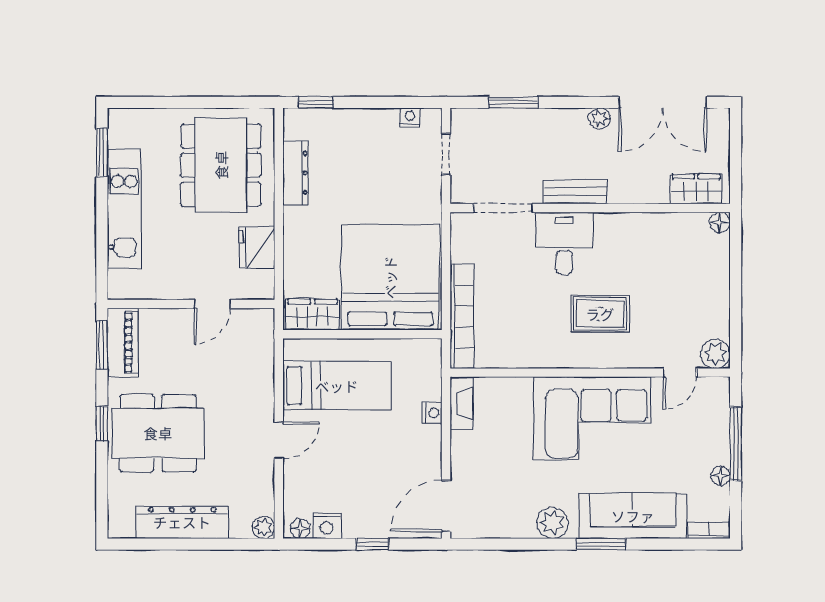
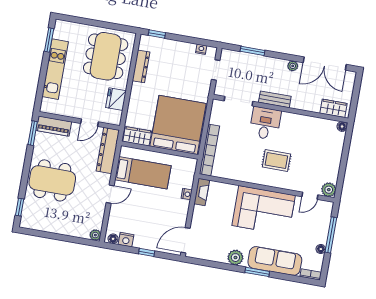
piano: (123, 342) -> (54, 126), moved, turned 90
window: (102, 423) -> (20, 207), moved
dresser: (182, 522) -> (108, 151), moved, turned -90

